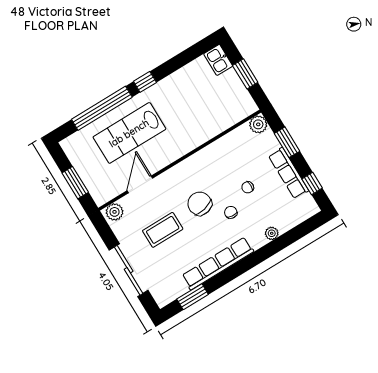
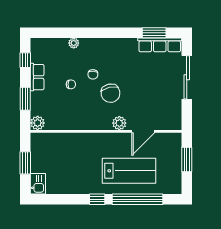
row of seats: (289, 173) -> (37, 77), width x0.68
plant: (115, 212) -> (119, 123), moved
coffee table: (163, 230) -> (147, 91), removed
row of seats: (218, 263) -> (160, 45), moved, width x0.73

